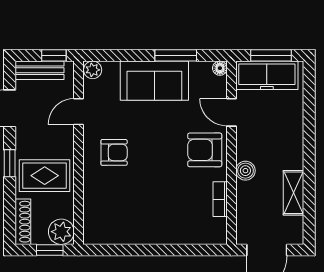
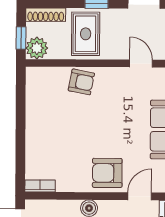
armchair: (205, 150) -> (107, 173), turned -90
armchair: (114, 152) -> (81, 82), moved, turned -79
bookcase: (220, 199) -> (40, 186), moved

